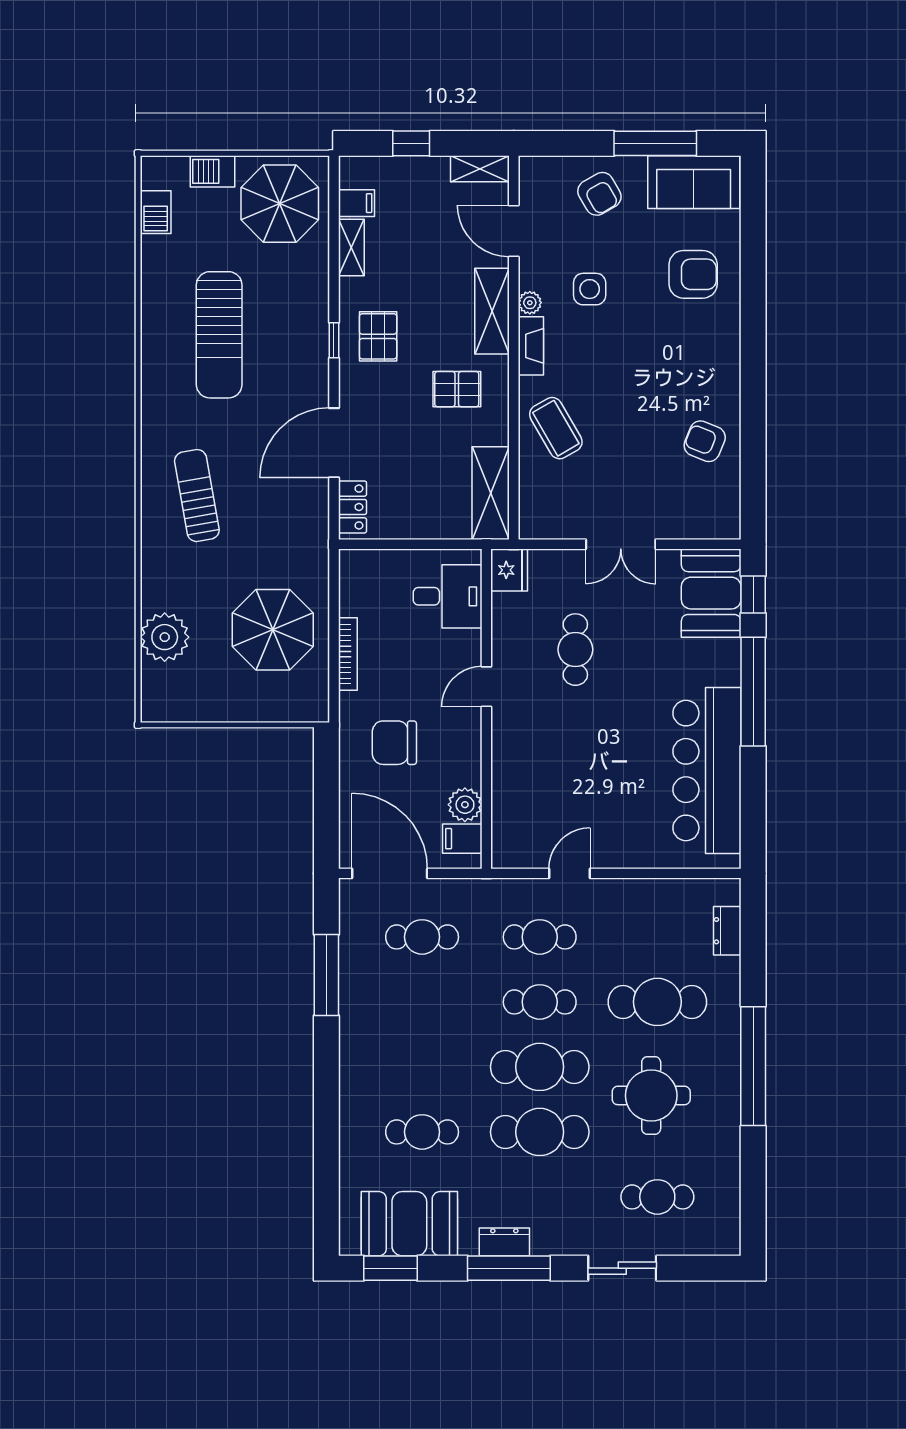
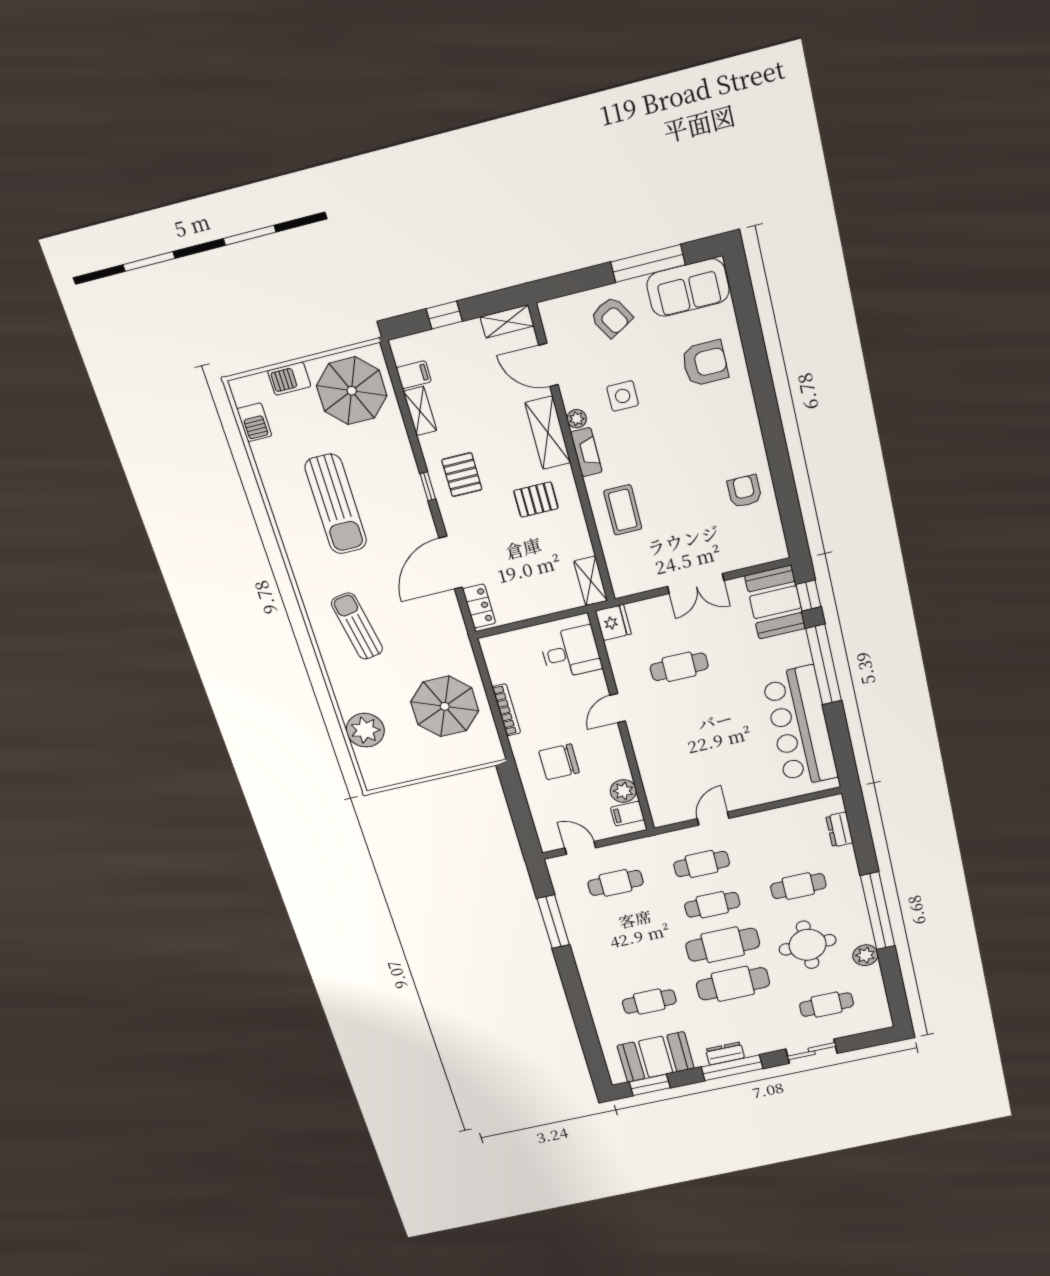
coffee table: (556, 428) -> (623, 510), turned 30
armchair: (705, 441) -> (744, 491), turned 68
shelving: (491, 493) -> (591, 581), width x0.67, depth x0.75
cafe table: (575, 650) -> (679, 667), turned 90
door: (390, 873) -> (580, 848), width x0.53
cafe table: (657, 1002) -> (798, 886), width x0.73, depth x0.74
plant: (724, 1131) -> (865, 955), added

